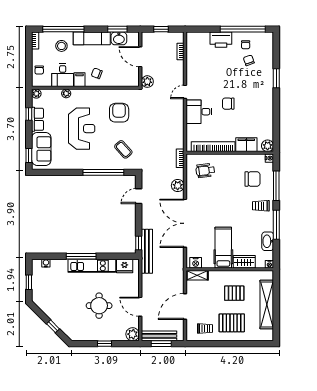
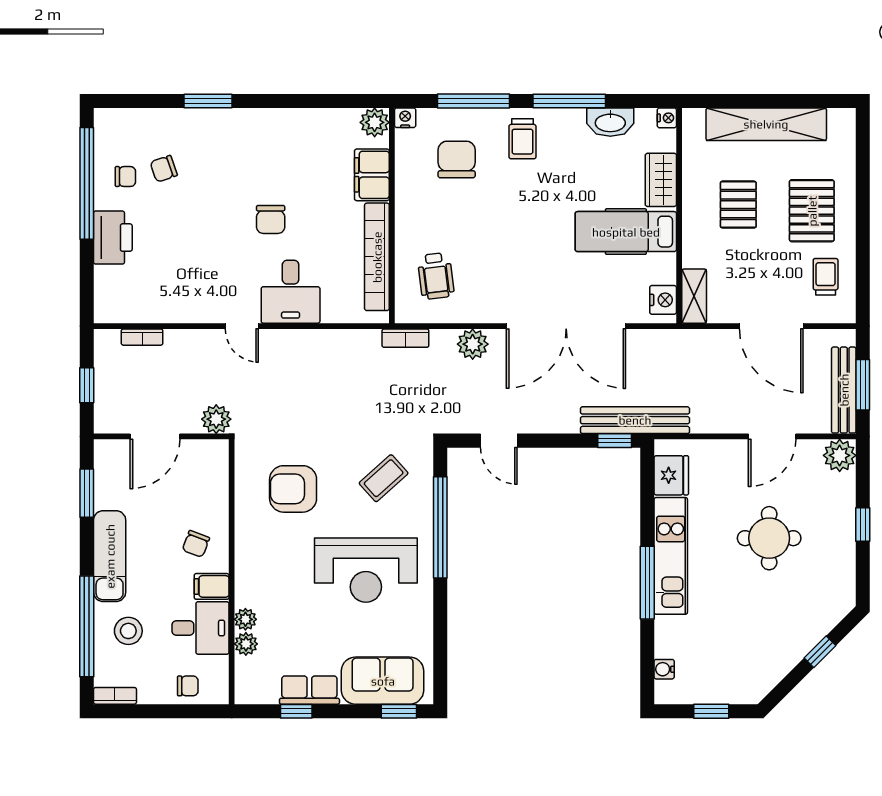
washbasin: (119, 38) -> (110, 489), removed
plant: (36, 94) -> (246, 644), moved
reception desk: (82, 129) -> (366, 570), moved, turned 180

